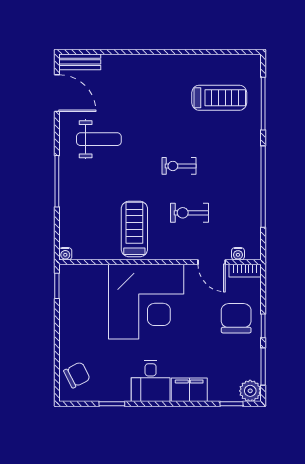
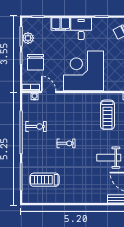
exercise bike: (190, 213) -> (36, 126), moved
treadmill: (134, 229) -> (107, 115), moved
plant: (250, 391) -> (28, 38), moved

